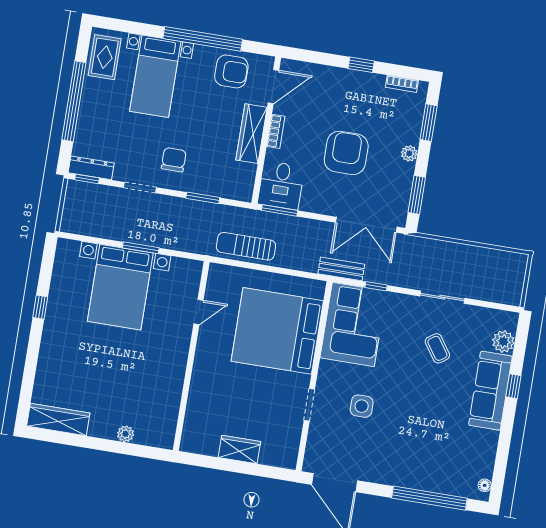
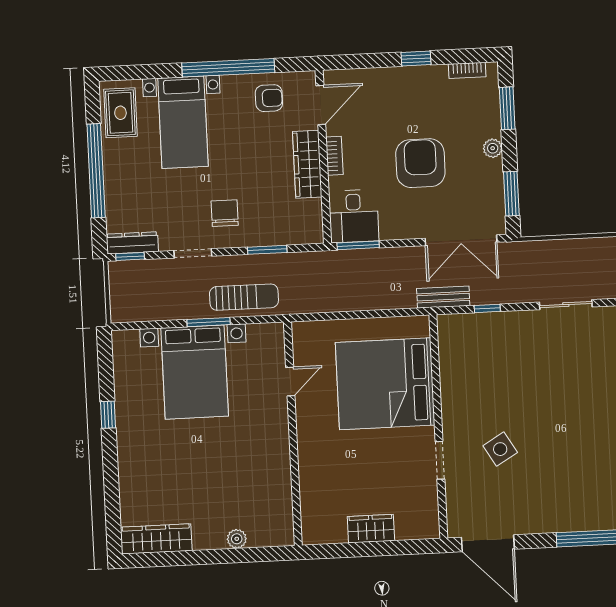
armchair: (231, 71) -> (269, 98), width x0.72, depth x0.72
sun lounger: (246, 246) -> (244, 297), moved, turned 180
corner sofa: (353, 324) -> (471, 358), removed
coffee table: (437, 348) -> (573, 364), removed
side table: (362, 406) -> (500, 449), turned -31

